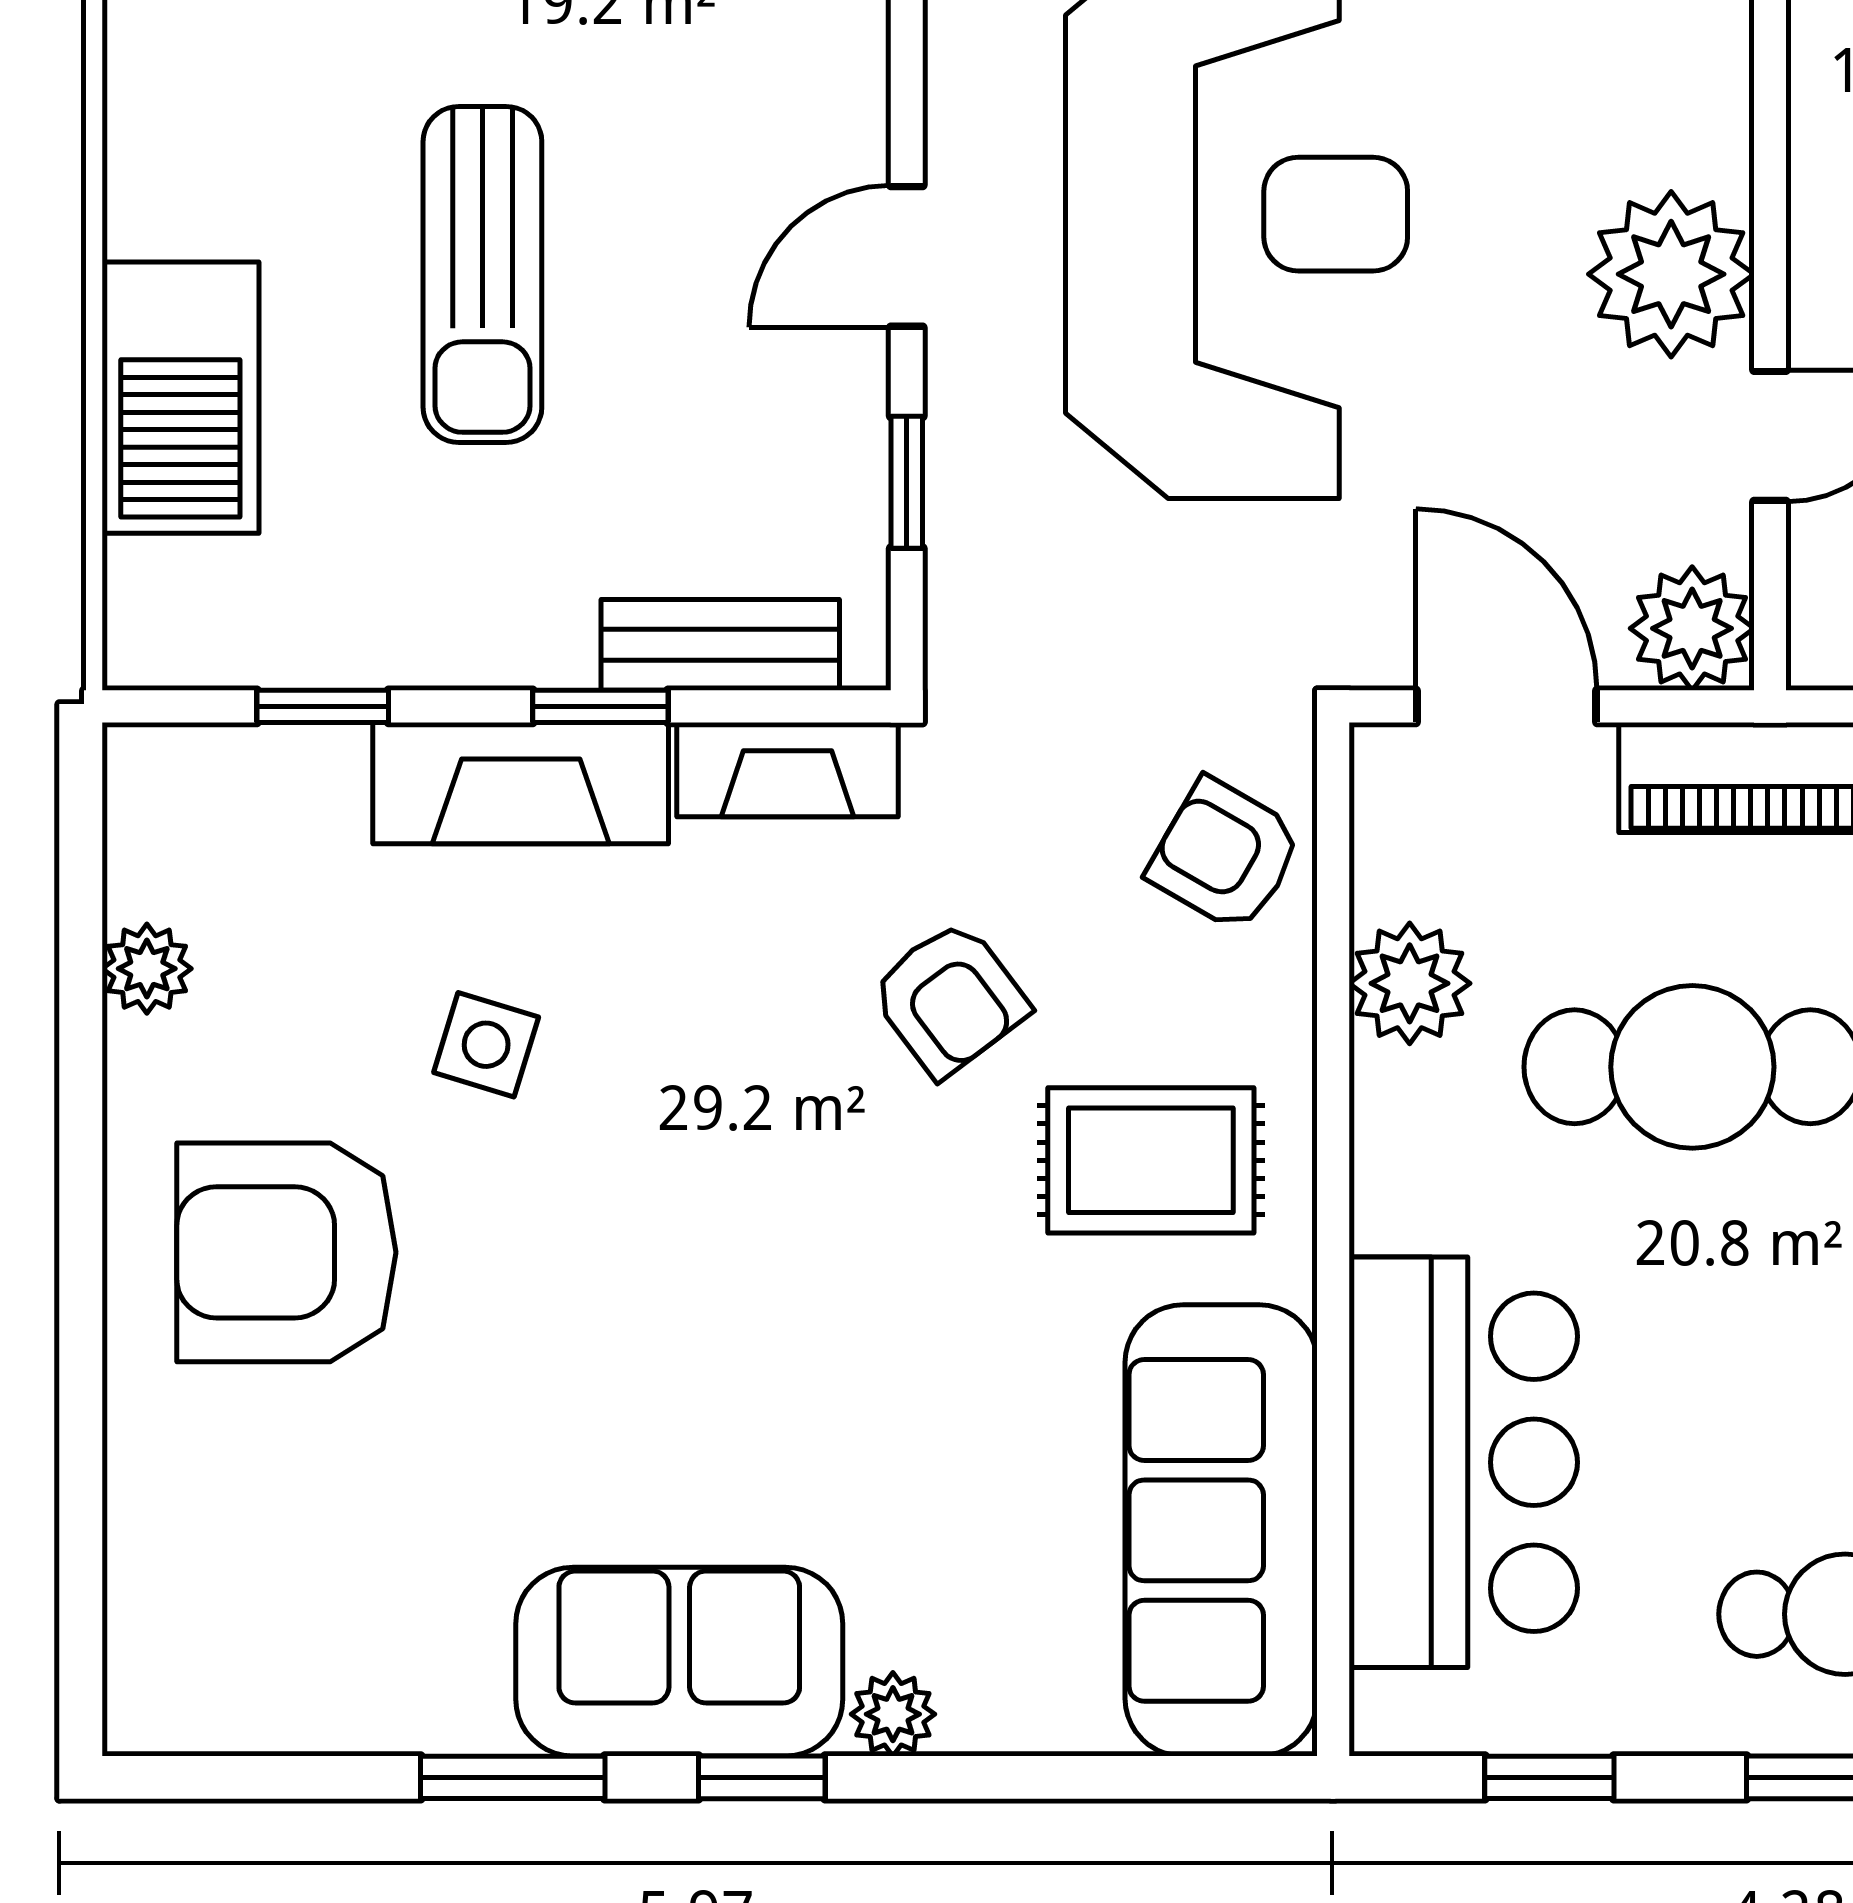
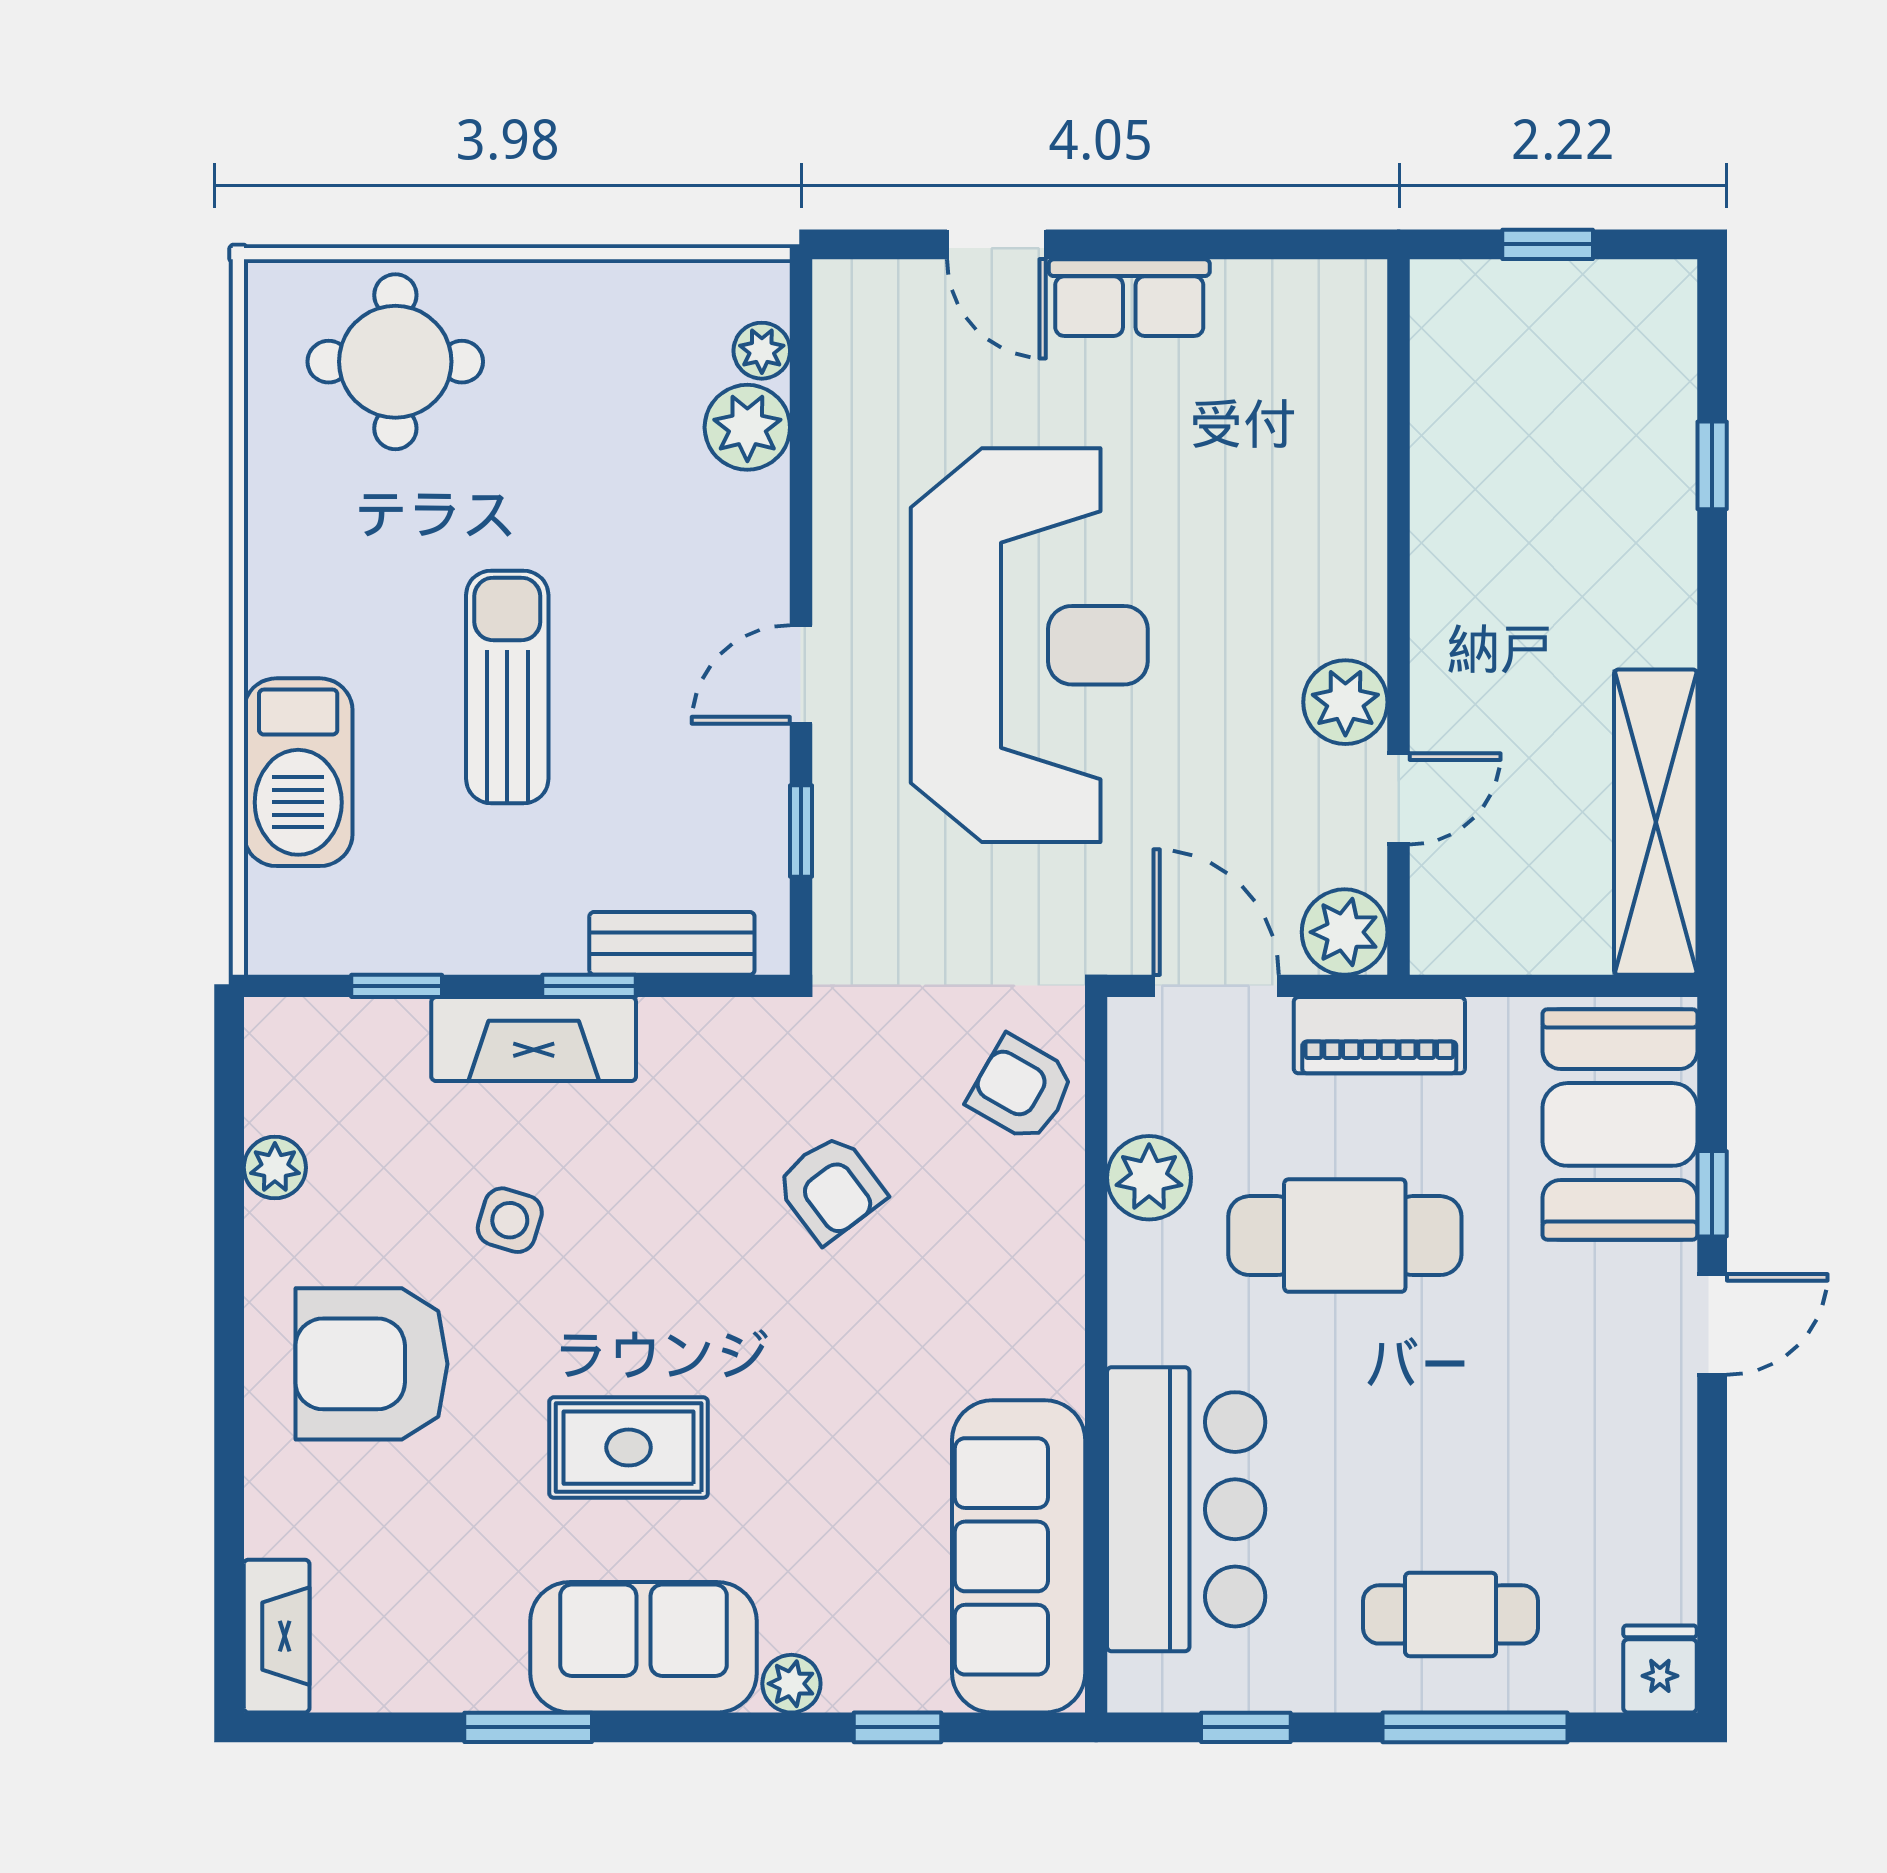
sun lounger: (482, 274) -> (507, 687), turned 180
plant: (1671, 274) -> (1345, 702), width x0.73, depth x0.73
fireplace: (788, 770) -> (277, 1636), moved, turned -90
rug: (1151, 1160) -> (629, 1448), moved
window: (762, 1777) -> (897, 1727), moved

